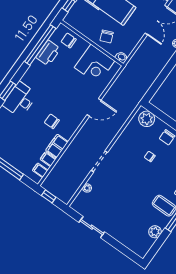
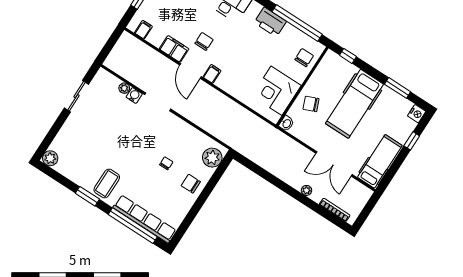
printer: (48, 53) -> (270, 22), moved
door: (94, 107) -> (190, 71), moved
filing cabinet: (48, 159) -> (212, 74), moved
water cooler: (93, 180) -> (134, 95), added
window: (49, 196) -> (112, 42), removed
plant: (155, 232) -> (50, 158), moved

